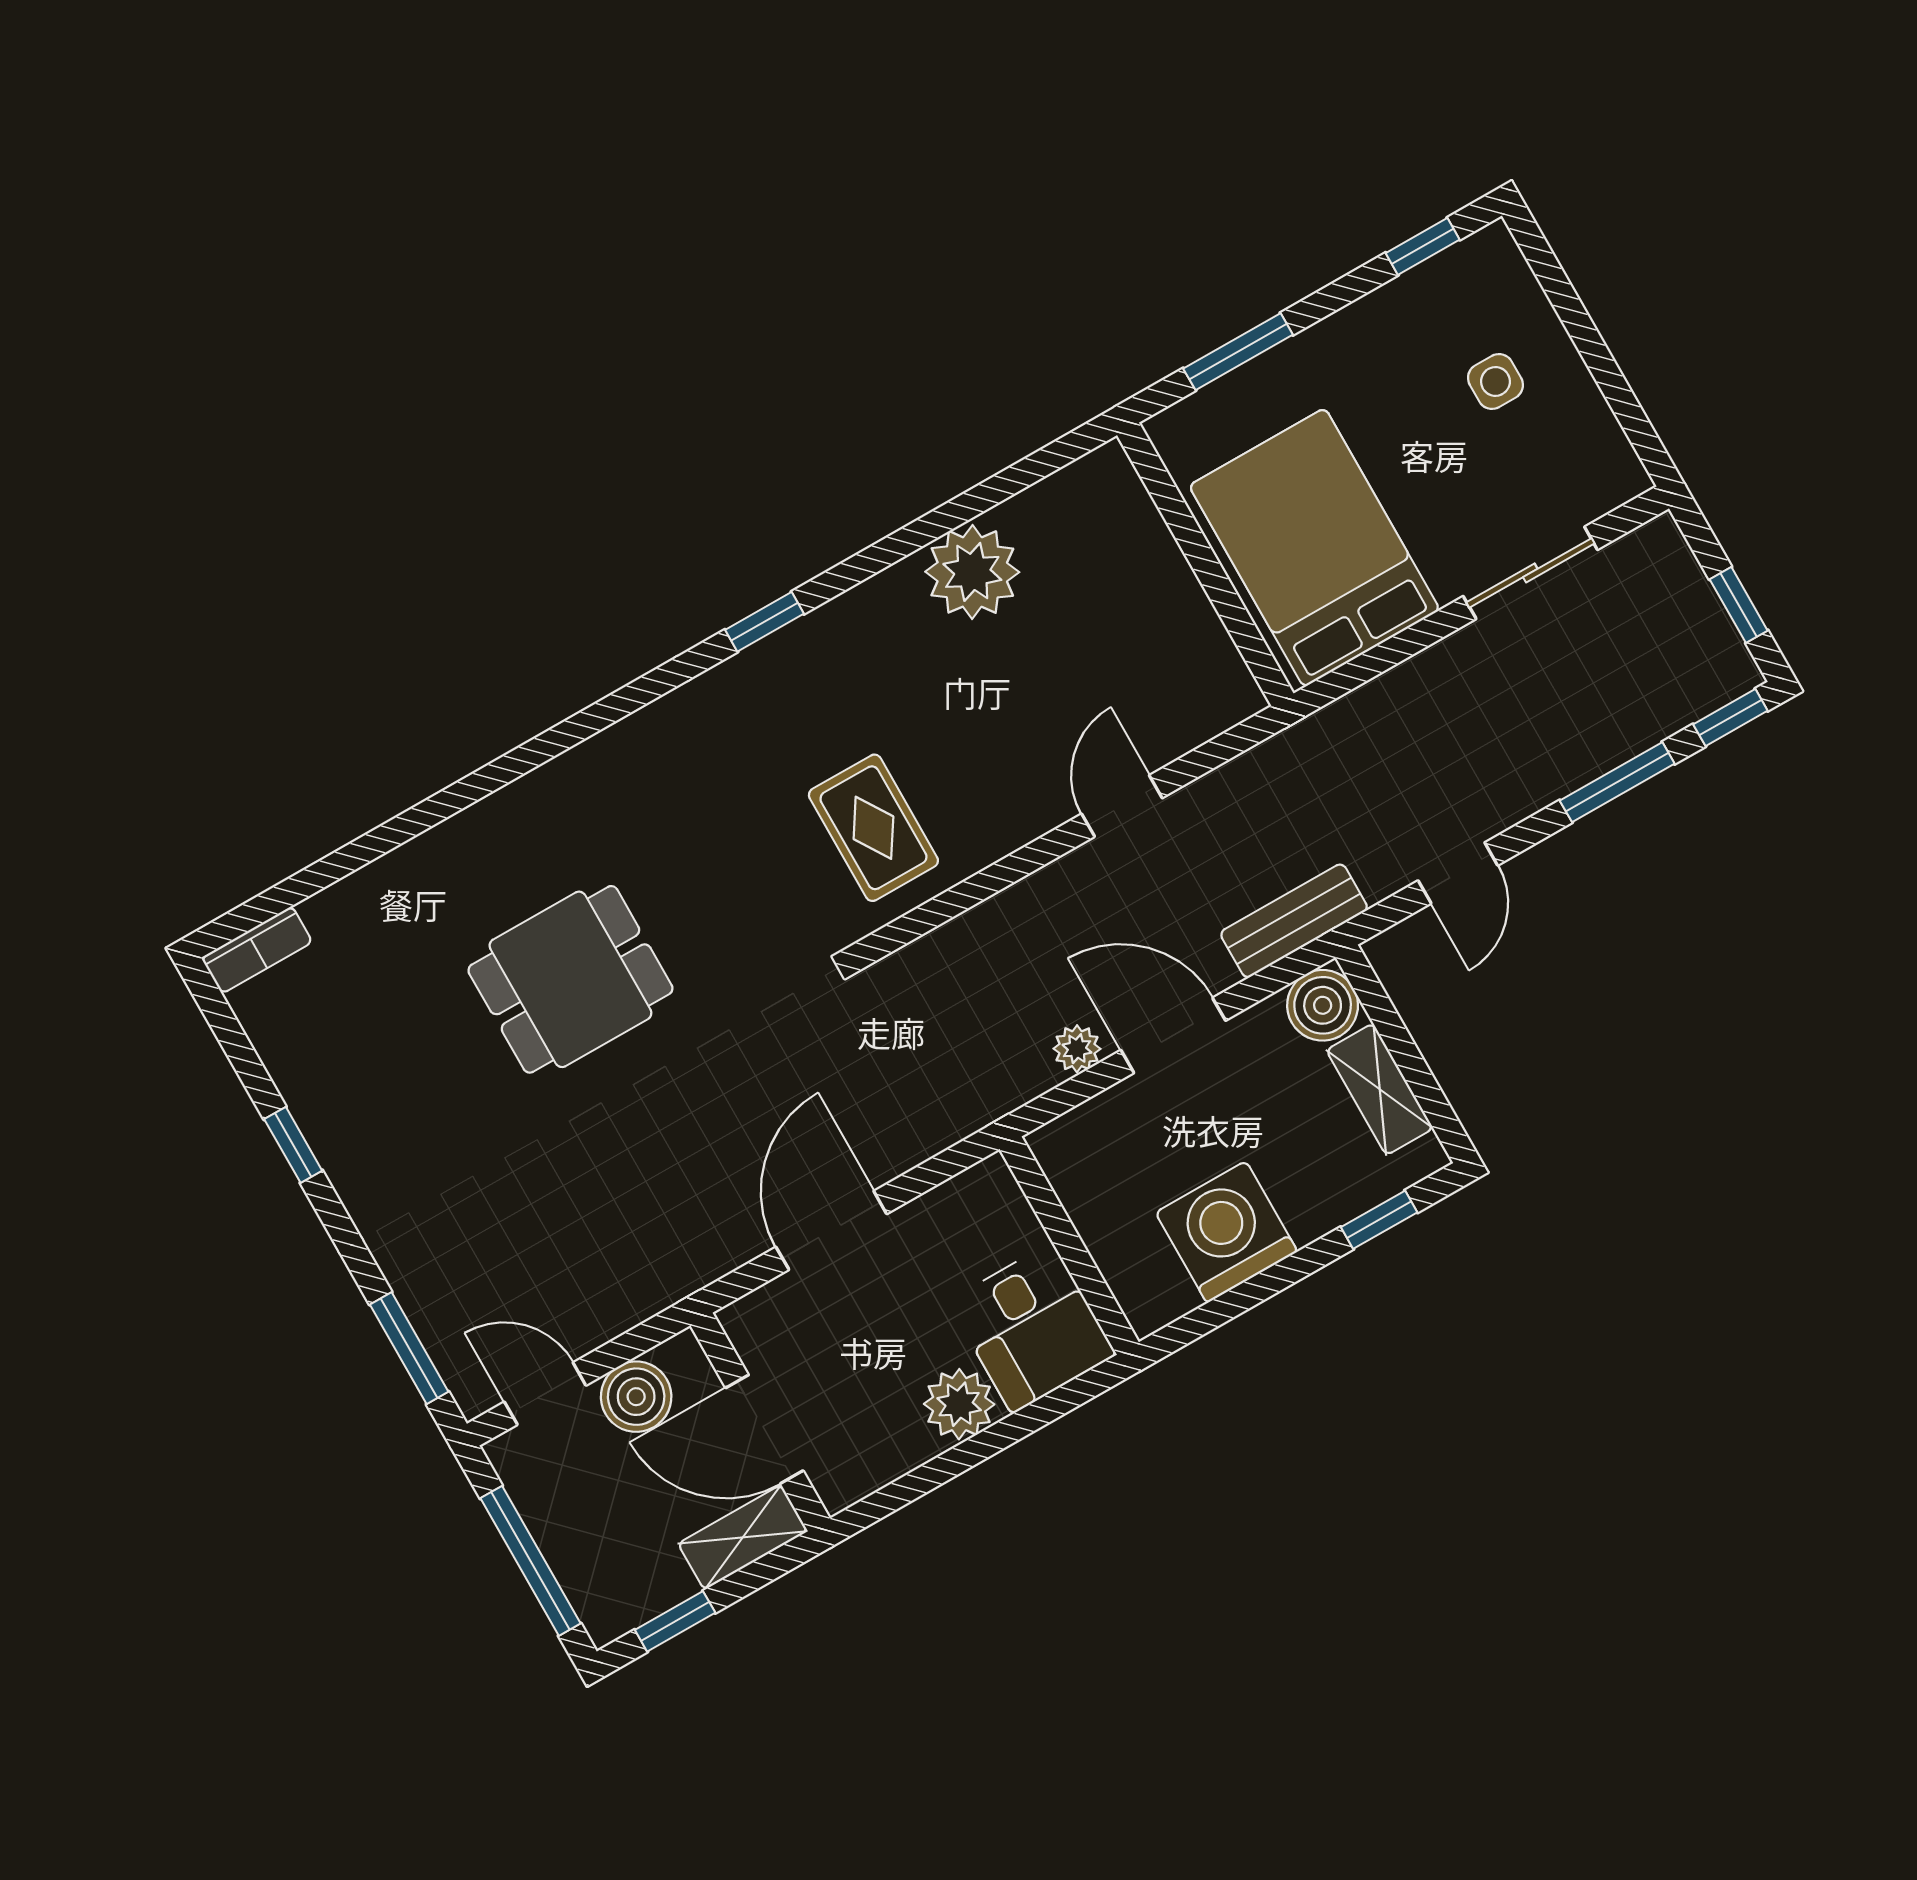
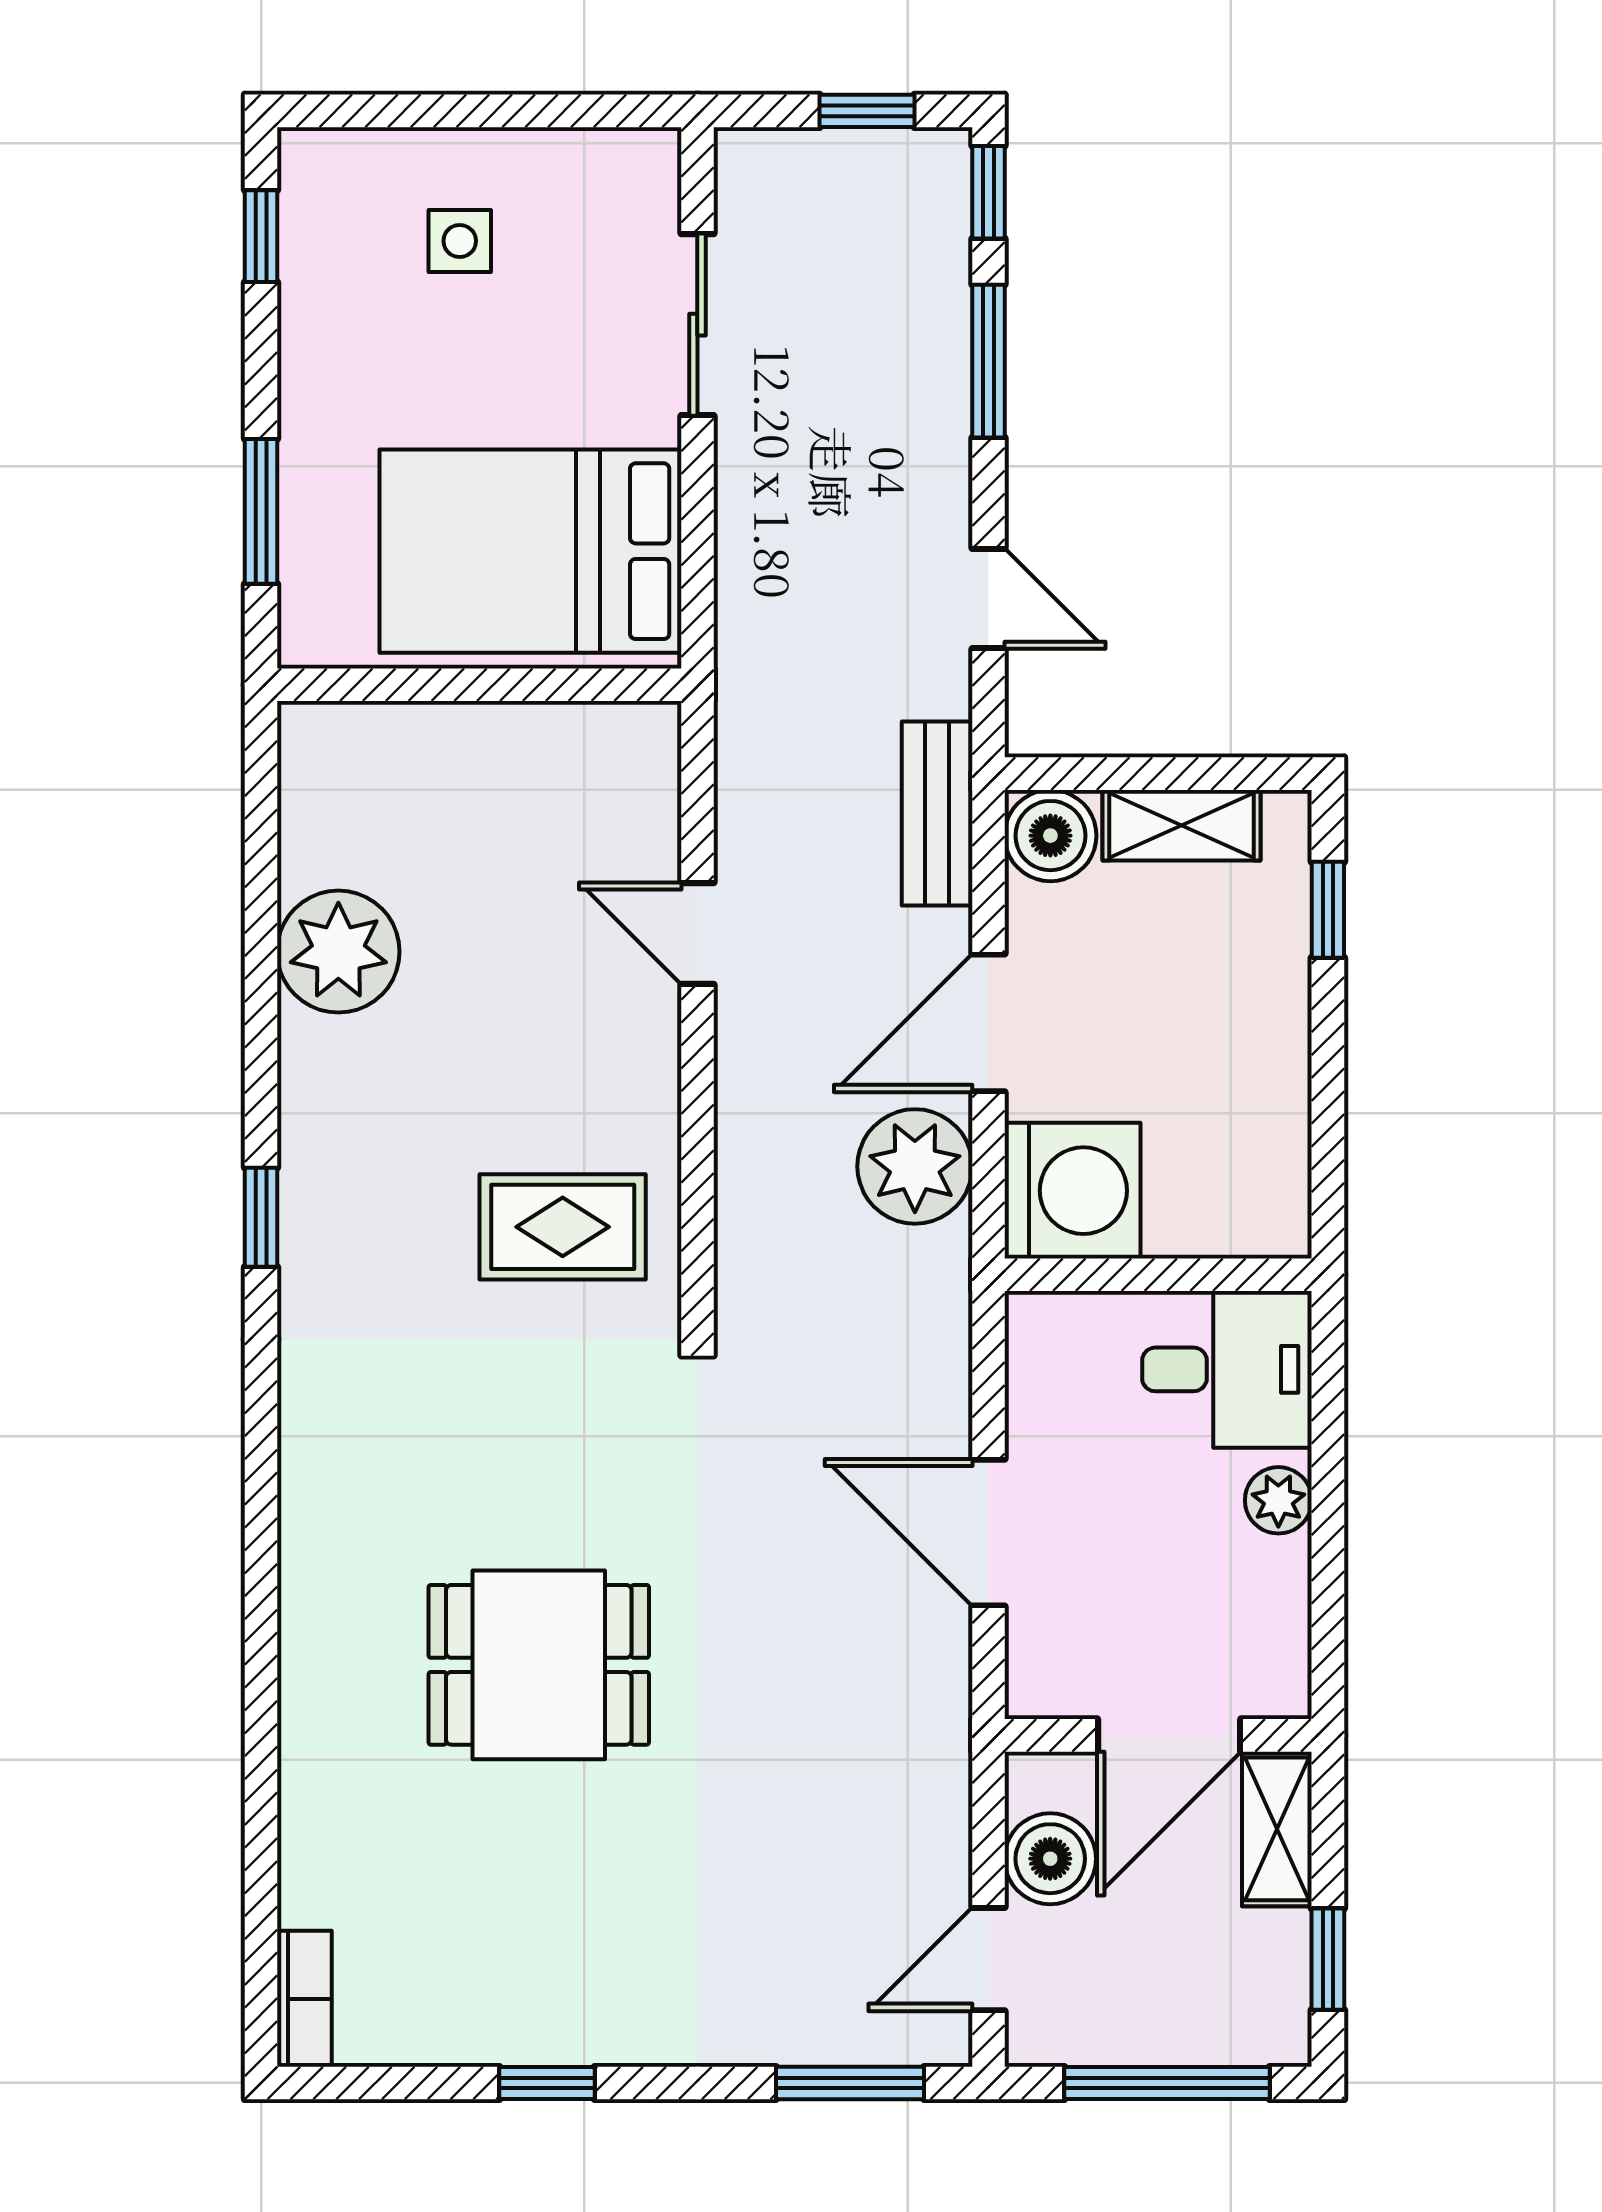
dining table: (570, 979) -> (539, 1665), turned 90
plant: (1077, 1049) -> (915, 1166), width x1.87, depth x1.87
washing machine: (1226, 1232) -> (1073, 1191), moved, turned 180
plant: (959, 1404) -> (1278, 1500), width x0.73, depth x0.73

